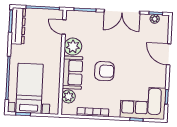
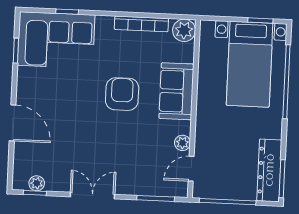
double door: (122, 12) -> (92, 196), width x0.73
door: (64, 27) -> (191, 169), swing flipped
plant: (73, 47) -> (182, 143), width x0.53, depth x0.53
armchair: (104, 71) -> (122, 94), turned 90
plant: (68, 96) -> (184, 30), moved

